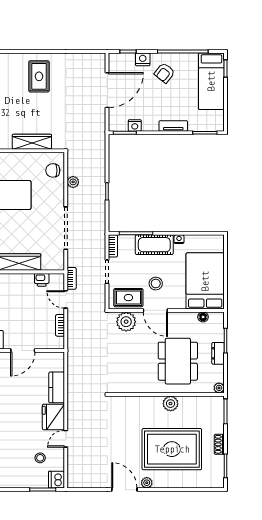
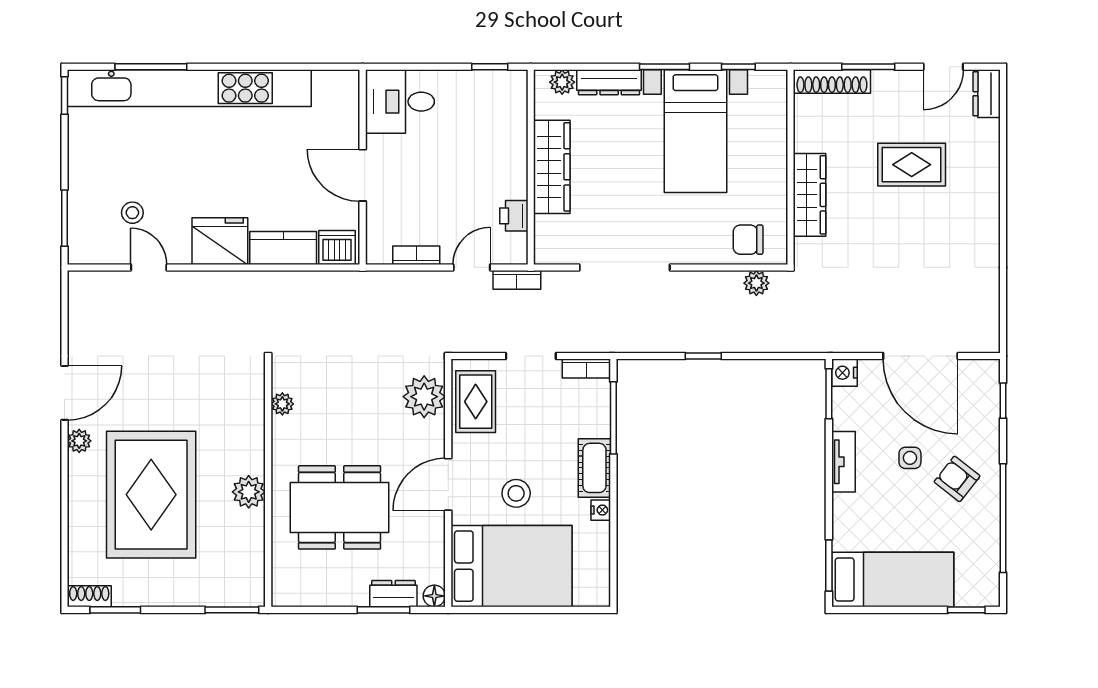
nightstand: (143, 59) -> (986, 432), removed
rug: (39, 76) -> (912, 165), moved
bed: (211, 81) -> (893, 579), moved, turned 180
side table: (155, 95) -> (910, 458), added
nightstand: (135, 125) -> (844, 373), moved
tv unit: (173, 126) -> (843, 462), moved
chair: (53, 170) -> (748, 240), turned -90
plant: (73, 182) -> (756, 283), moved
cot: (154, 245) -> (594, 468), width x0.73, depth x0.75
stool: (156, 284) -> (516, 493), moved
door: (155, 310) -> (448, 484), moved
floor lamp: (203, 317) -> (434, 596), moved
dresser: (218, 353) -> (393, 594), moved
plant: (219, 388) -> (282, 404), moved
door: (66, 439) -> (149, 267), moved
shoe rack: (219, 444) -> (89, 596), moved
dishwasher: (56, 480) -> (337, 248), moved

